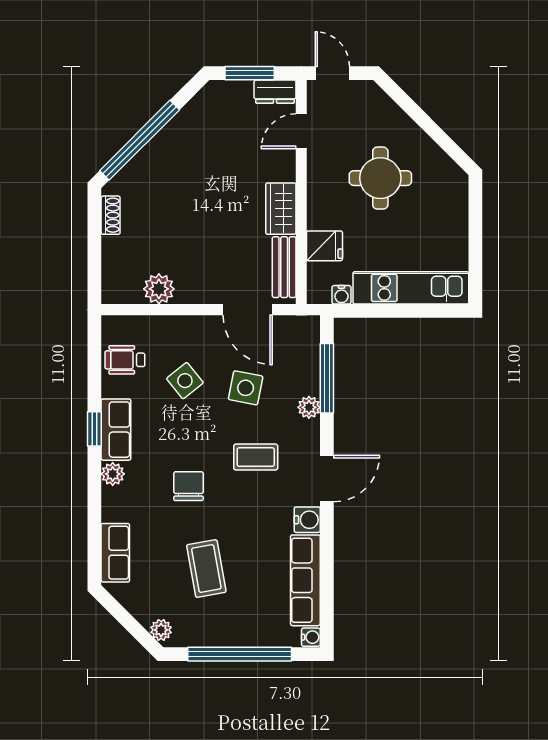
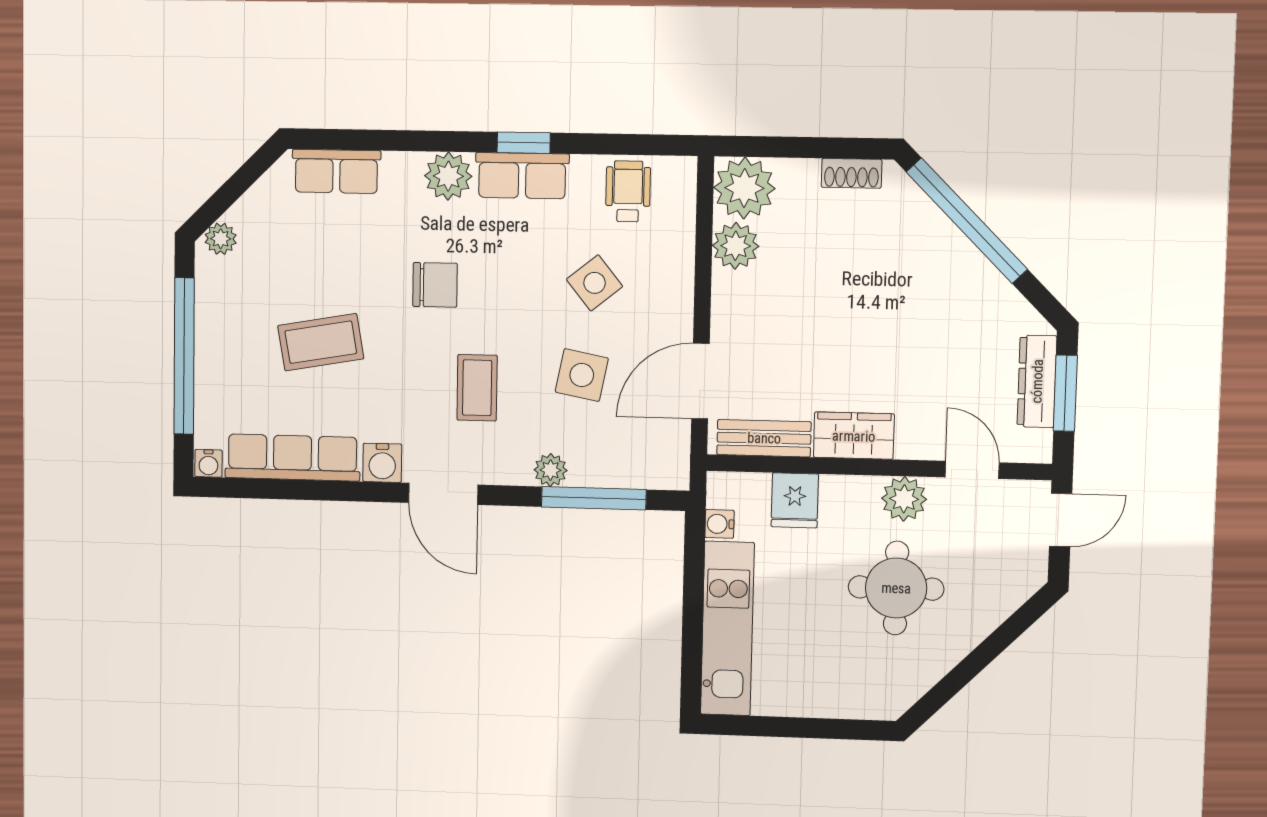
dresser: (275, 92) -> (1037, 381), moved, width x1.44
plant: (321, 175) -> (904, 499), added
plant: (121, 284) -> (744, 188), added
plant: (113, 474) -> (448, 176), width x1.38, depth x1.38
coffee table: (206, 569) -> (321, 342), moved

